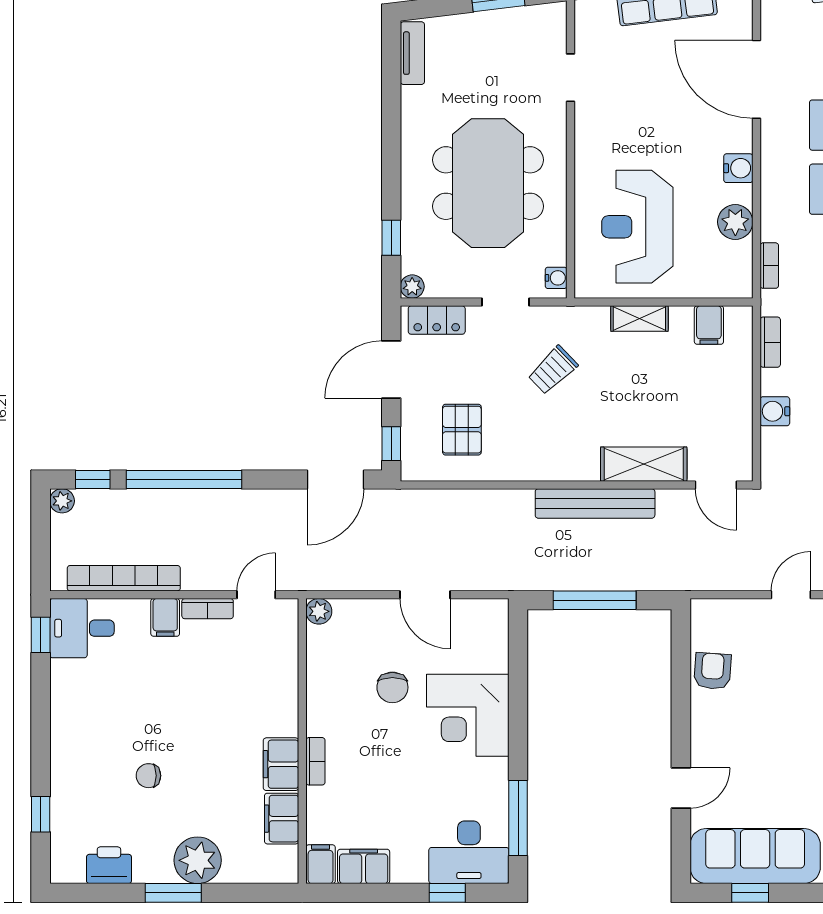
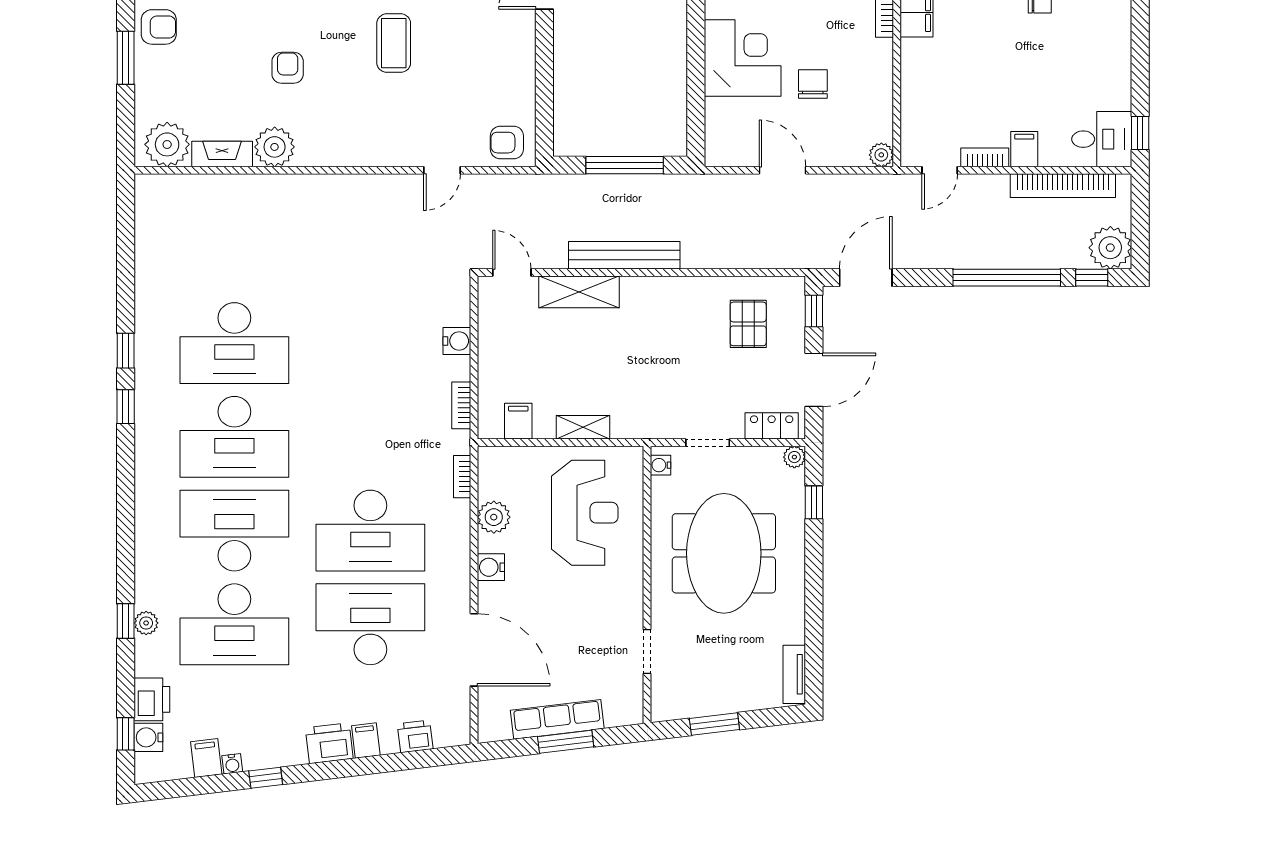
trolley: (553, 370) -> (664, 379), removed
plant: (62, 501) -> (1110, 248), width x1.87, depth x1.87
armchair: (712, 671) -> (507, 143), moved, turned 86

